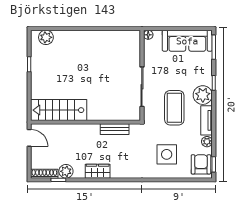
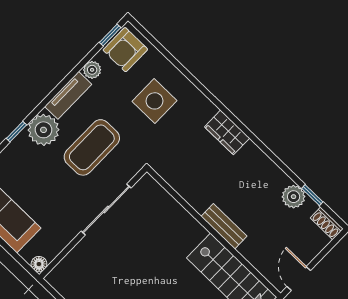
bench: (115, 129) -> (224, 226), moved
wardrobe: (98, 171) -> (227, 132), moved
shoe rack: (44, 174) -> (327, 223), width x0.70

